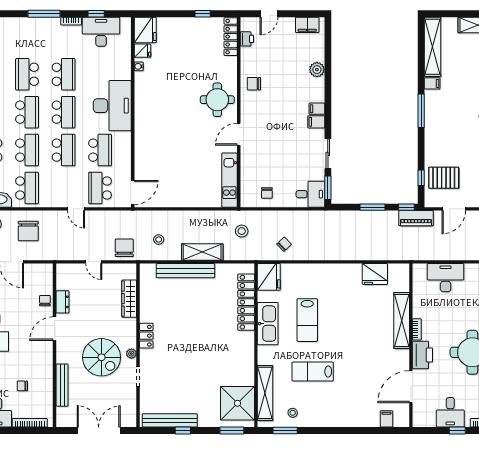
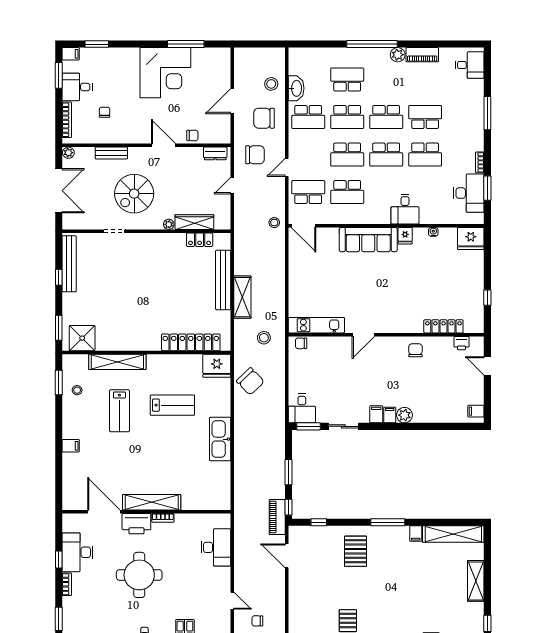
window: (44, 14) -> (487, 113), moved
window: (96, 14) -> (487, 188), width x1.50
filing cabinet: (307, 25) -> (476, 411), width x0.50
locker: (231, 37) -> (443, 326), moved
fridge: (142, 51) -> (405, 236), moved
plant: (317, 70) -> (405, 415), moved
round table: (217, 100) -> (399, 313), removed
desk: (112, 106) -> (405, 209), width x0.53, depth x0.77
sofa: (146, 130) -> (368, 240), added
door: (239, 134) -> (363, 335), swing flipped
pallet: (444, 178) -> (356, 551), moved
chair: (267, 193) -> (301, 343), moved
stool: (159, 239) -> (274, 223), moved
chair: (284, 244) -> (250, 381), width x1.87, depth x1.87
chair: (124, 248) -> (255, 155), moved
fridge: (375, 274) -> (220, 475), removed
dresser: (62, 302) -> (215, 153), moved
lab bench: (307, 320) -> (172, 405), turned 180
shelving: (402, 321) -> (152, 502), moved
kitchen sink: (268, 324) -> (220, 439), moved, turned 90
locker: (146, 336) -> (200, 240), moved
plant: (131, 354) -> (169, 224), moved
lab bench: (313, 372) -> (119, 411), turned 180
bench: (62, 385) -> (111, 153), width x0.73
shelving: (265, 393) -> (117, 362), moved
shower: (237, 403) -> (82, 338), width x0.73, depth x0.73
desk: (450, 412) -> (77, 552), width x1.37
filing cabinet: (386, 419) -> (71, 446), moved
plant: (62, 421) -> (68, 153), added

